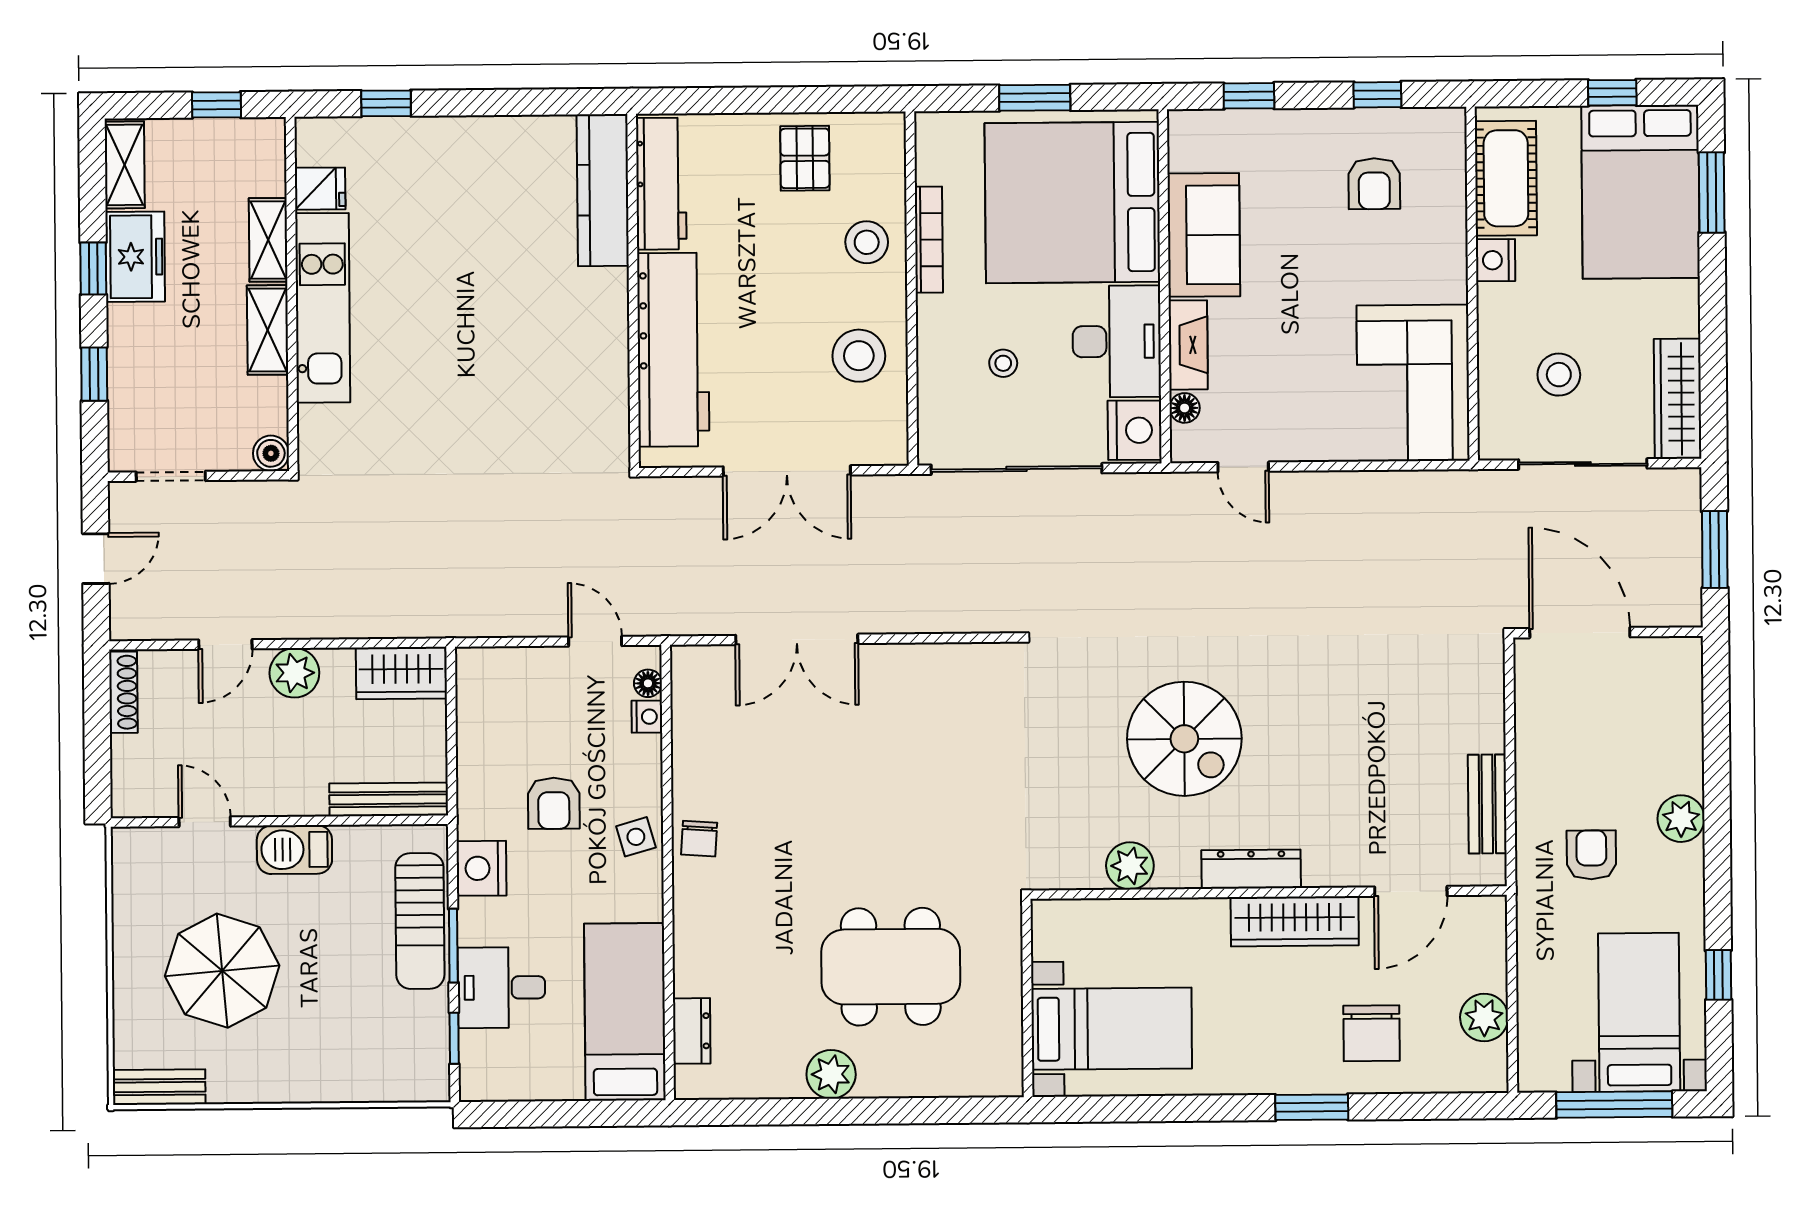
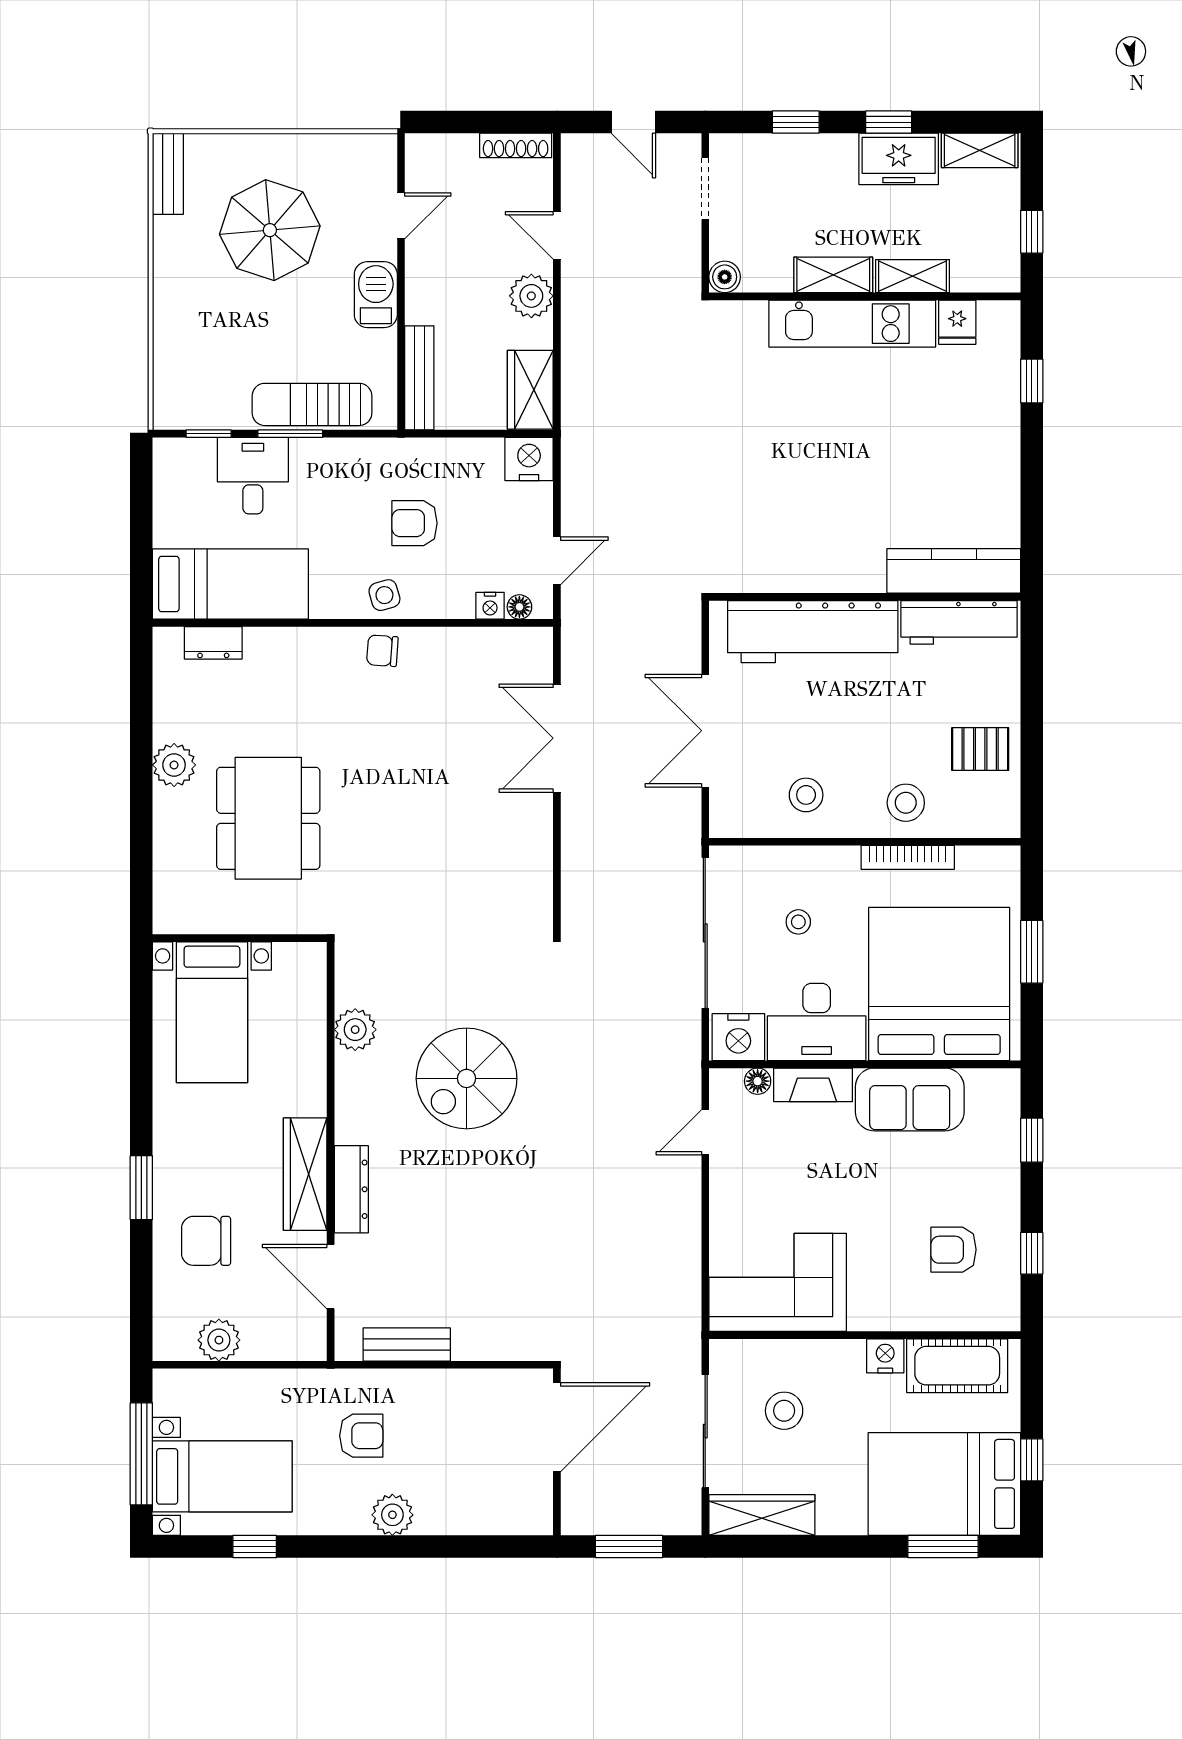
stool: (859, 356) -> (806, 795), width x0.73, depth x0.73
nightstand: (481, 868) -> (529, 459), moved
dresser: (1251, 869) -> (351, 1189), moved

